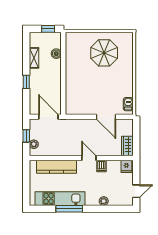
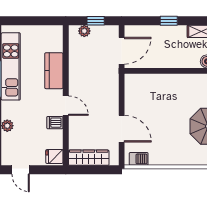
door: (106, 117) -> (122, 129), swing flipped
wardrobe: (127, 146) -> (89, 158), width x1.50
door: (89, 158) -> (66, 106), hinge flipped
kitchen counter: (56, 167) -> (54, 71), width x0.67

